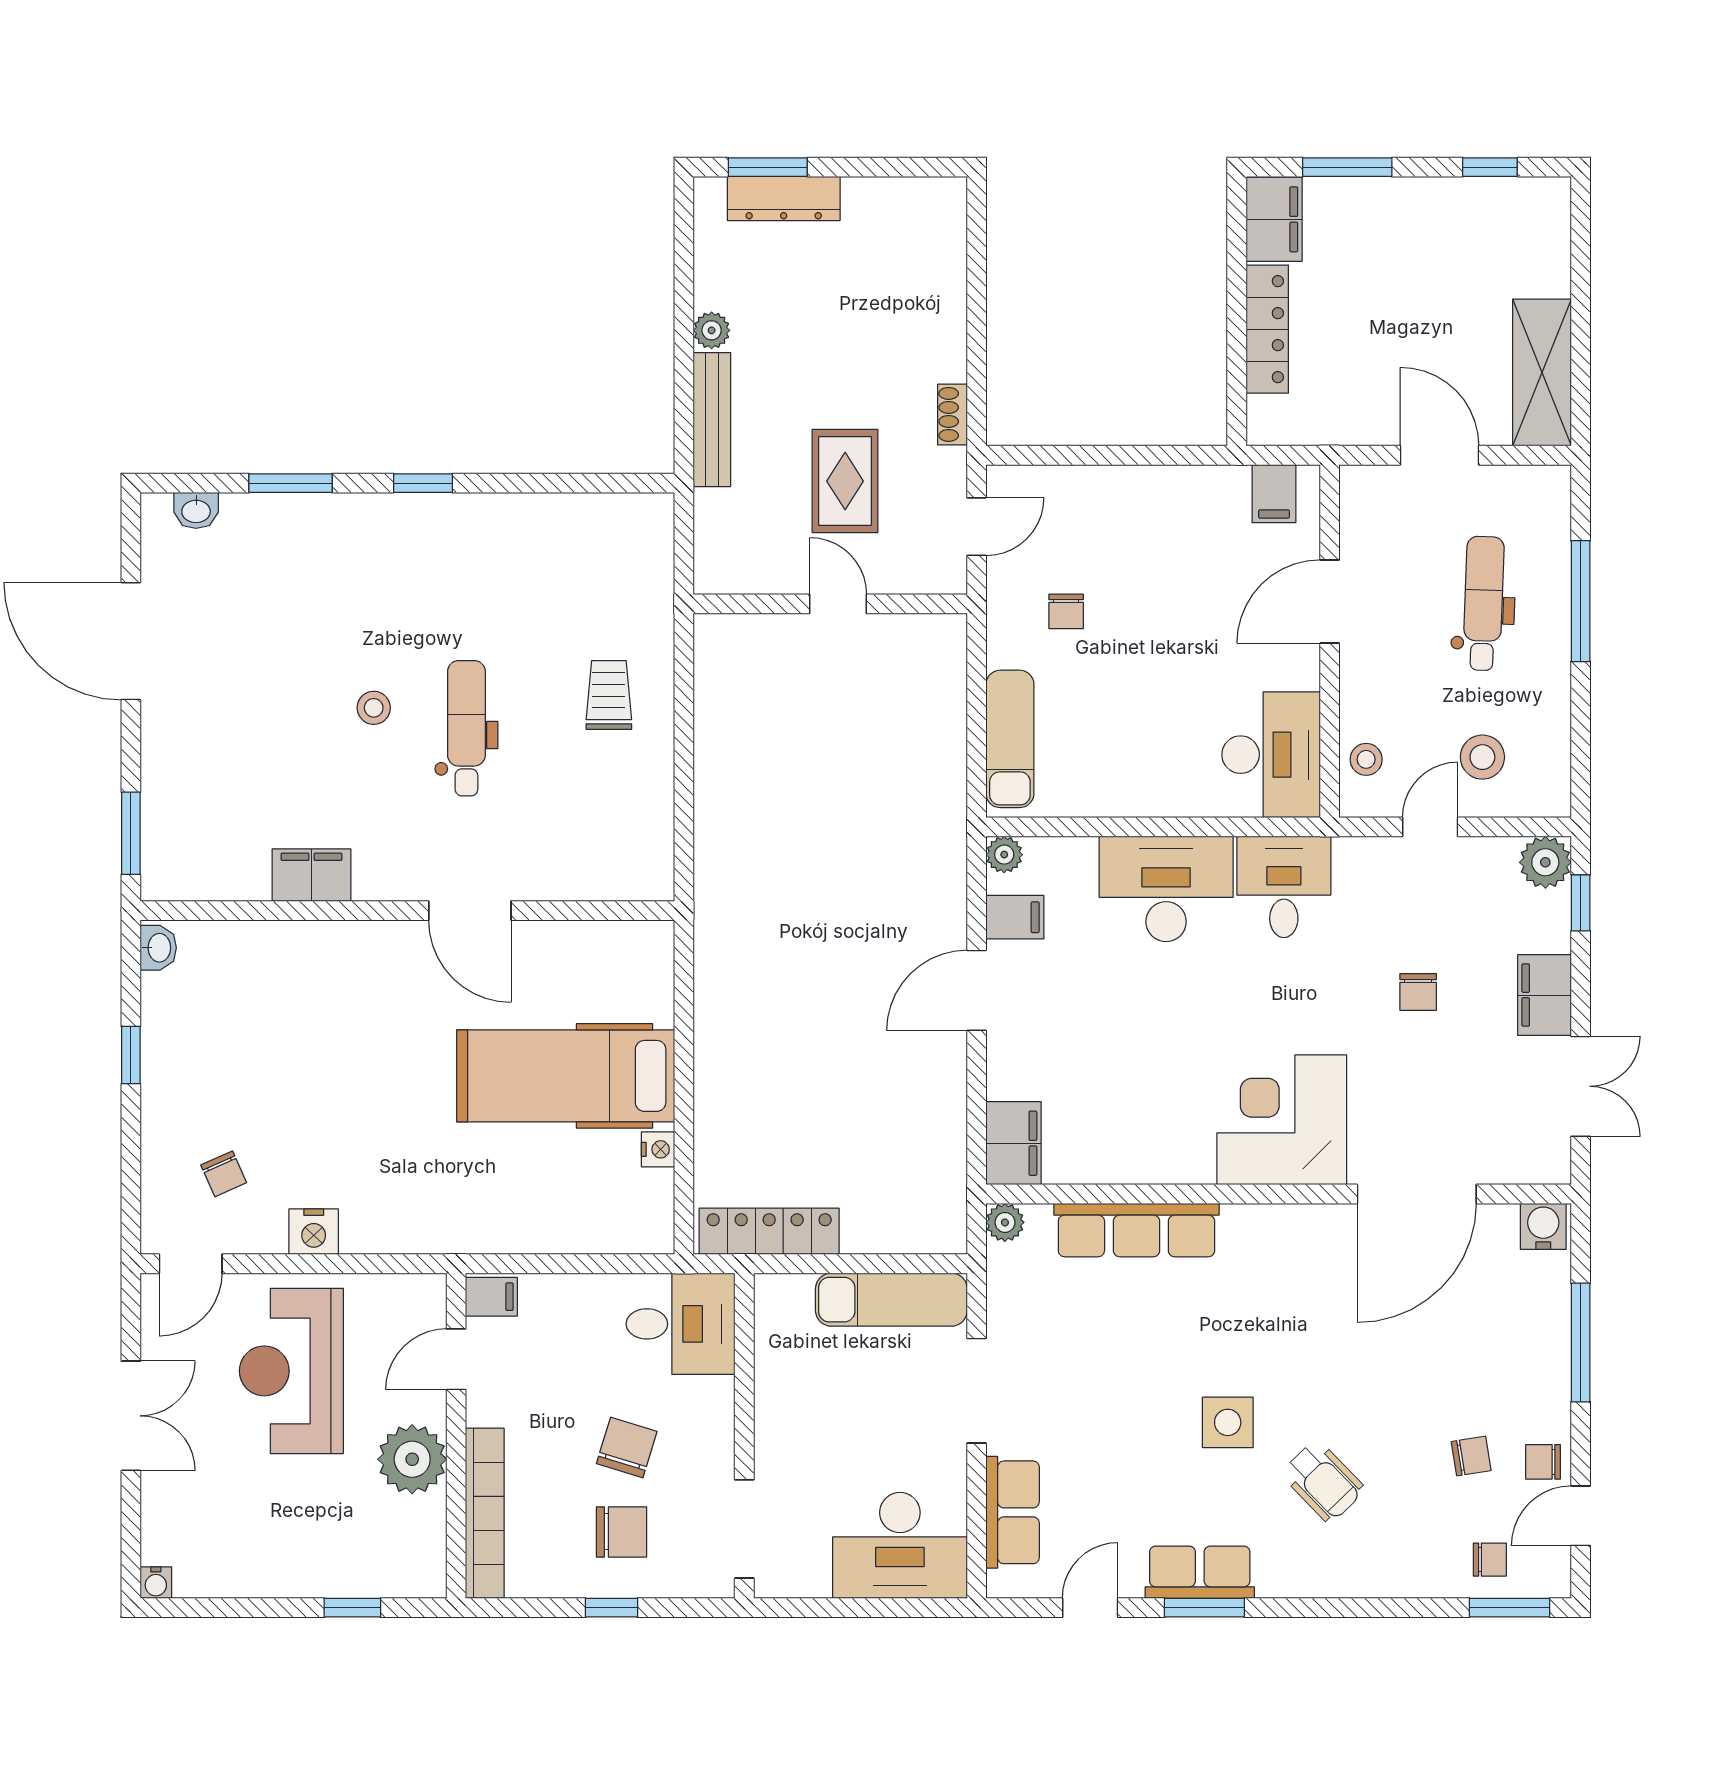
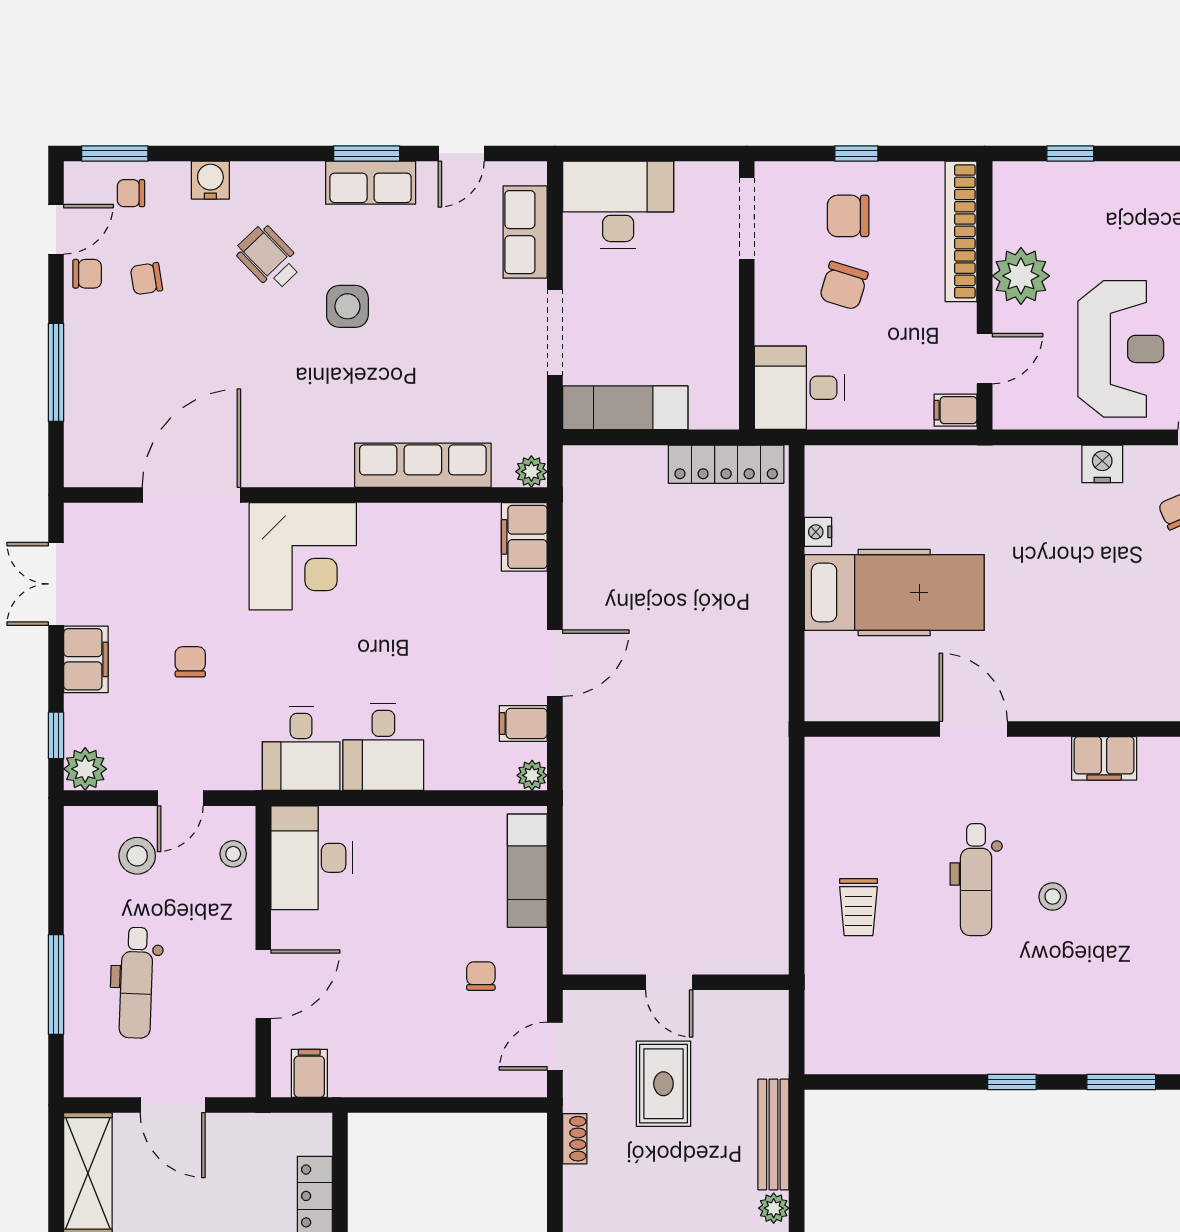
desk: (1166, 889) -> (383, 747), width x0.73
water cooler: (1543, 1226) -> (210, 180), moved, turned 180

